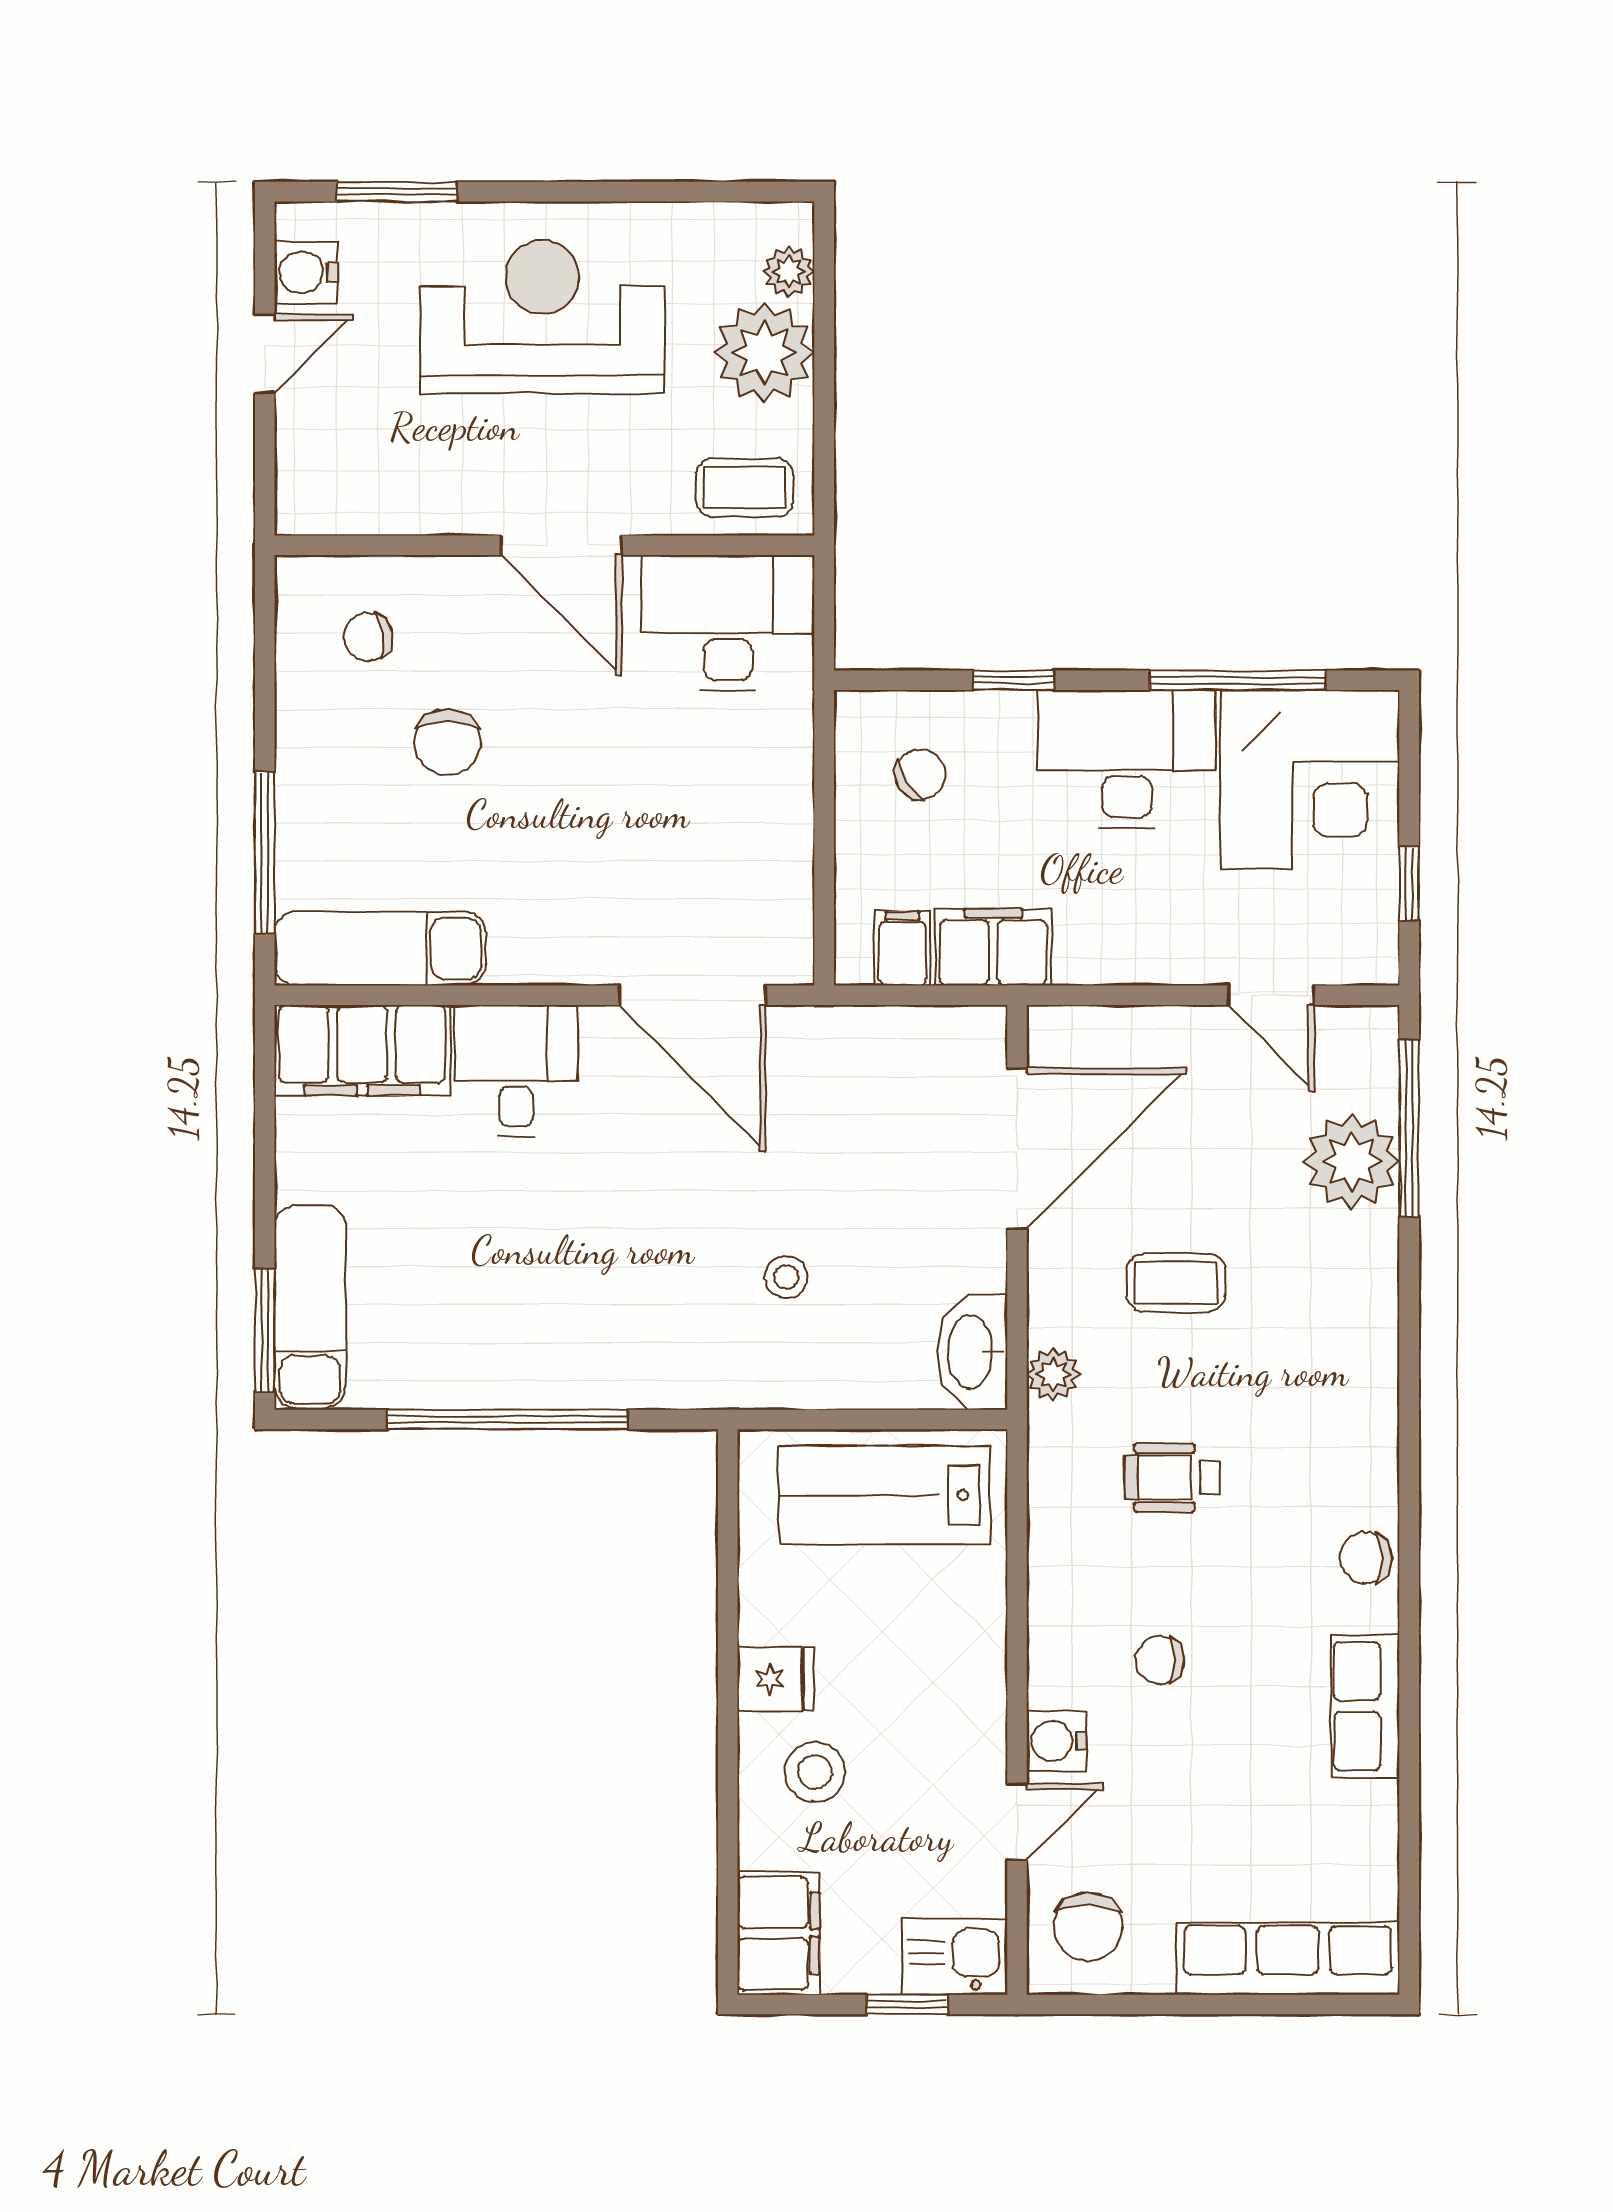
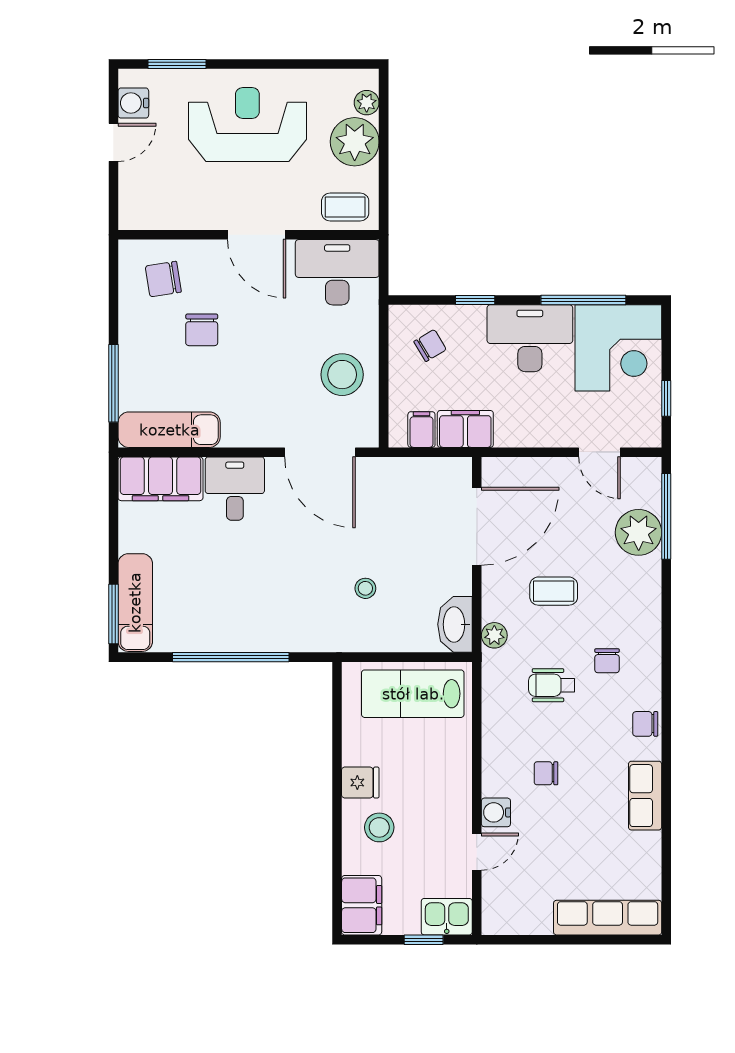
chair: (368, 637) -> (163, 279), width x1.37, depth x1.37
stool: (738, 835) -> (342, 375), added
chair: (1088, 1927) -> (607, 661), moved, width x0.73, depth x0.73

